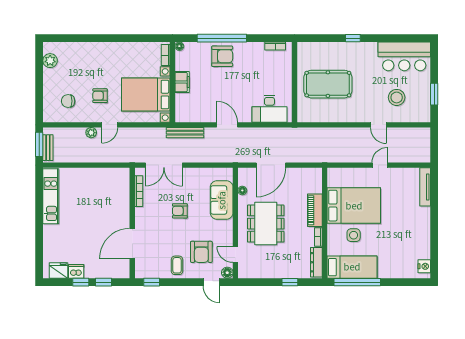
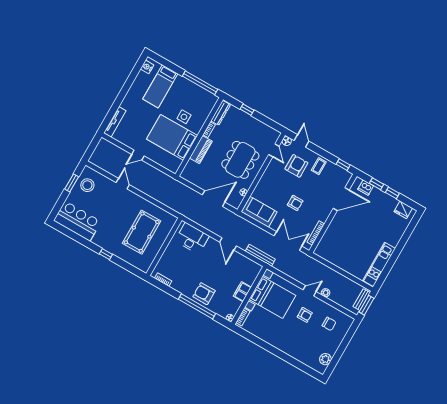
pool table: (328, 84) -> (142, 232), turned 90
stool: (397, 97) -> (87, 185), moved
sofa: (222, 200) -> (259, 212), moved, turned -90
bed: (352, 267) -> (160, 86), moved, turned -90
dishwasher: (76, 271) -> (366, 188), moved

